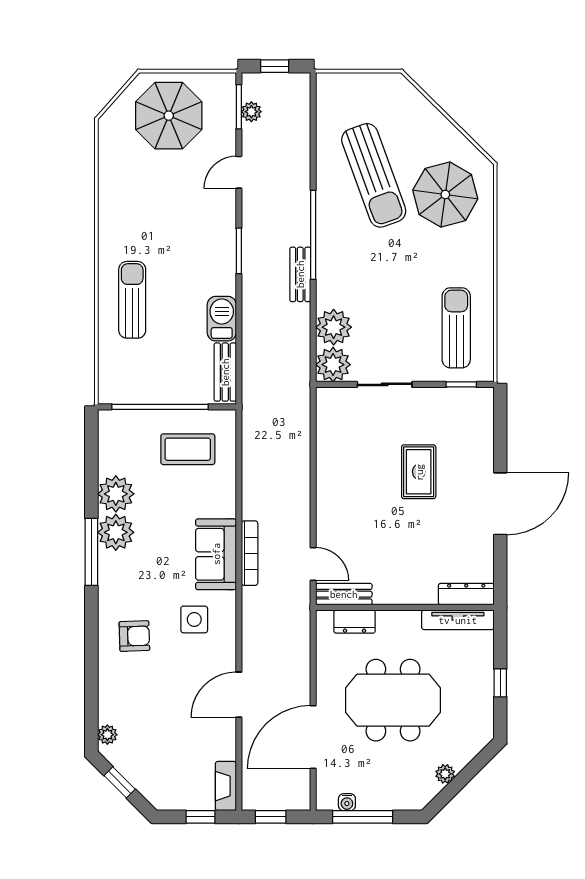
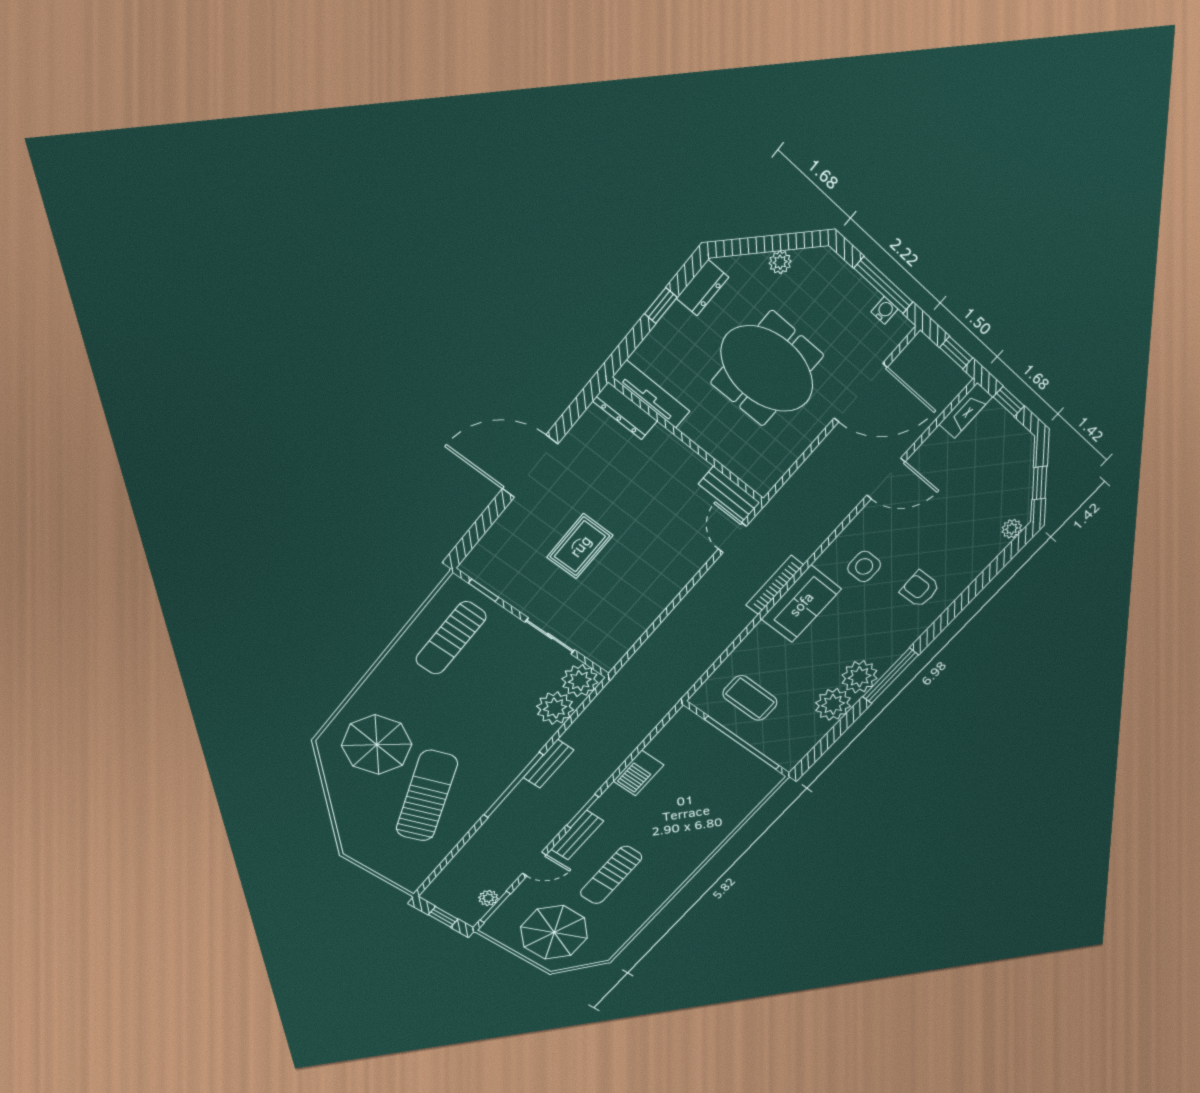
sun lounger: (132, 300) -> (611, 875), moved
bench: (225, 372) -> (577, 835), moved
dresser: (355, 622) -> (702, 288), moved, turned 90

